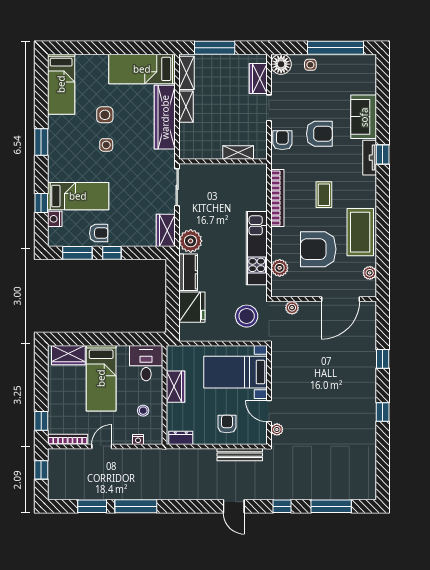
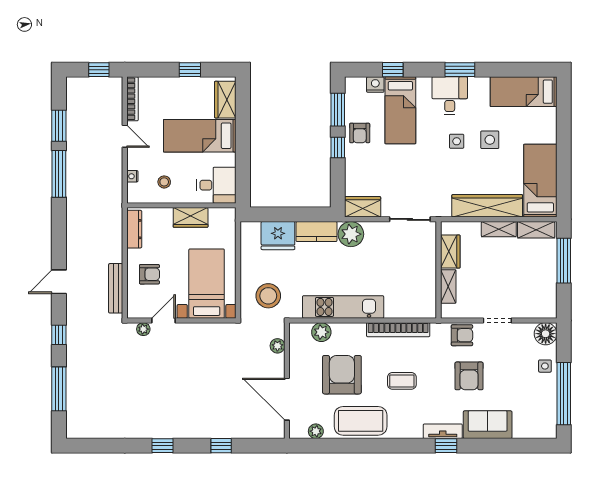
wardrobe: (258, 79) -> (450, 252), moved, turned 90
desk: (65, 151) -> (450, 96), added
window: (41, 421) -> (190, 70), moved
dresser: (181, 438) -> (134, 229), width x1.44

